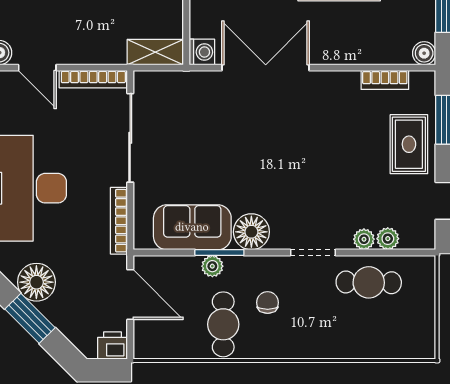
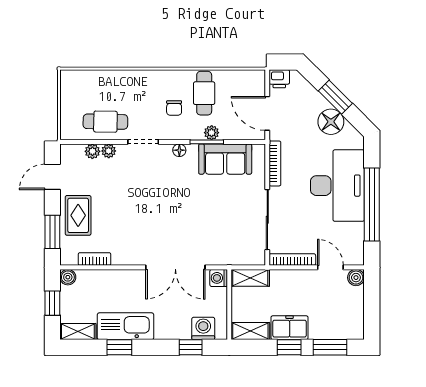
floor lamp: (251, 232) -> (179, 150), width x0.53, depth x0.53

